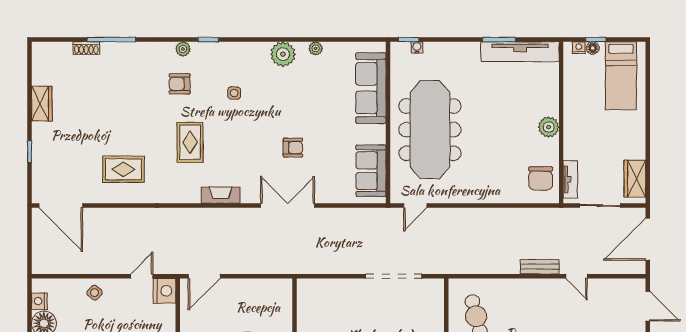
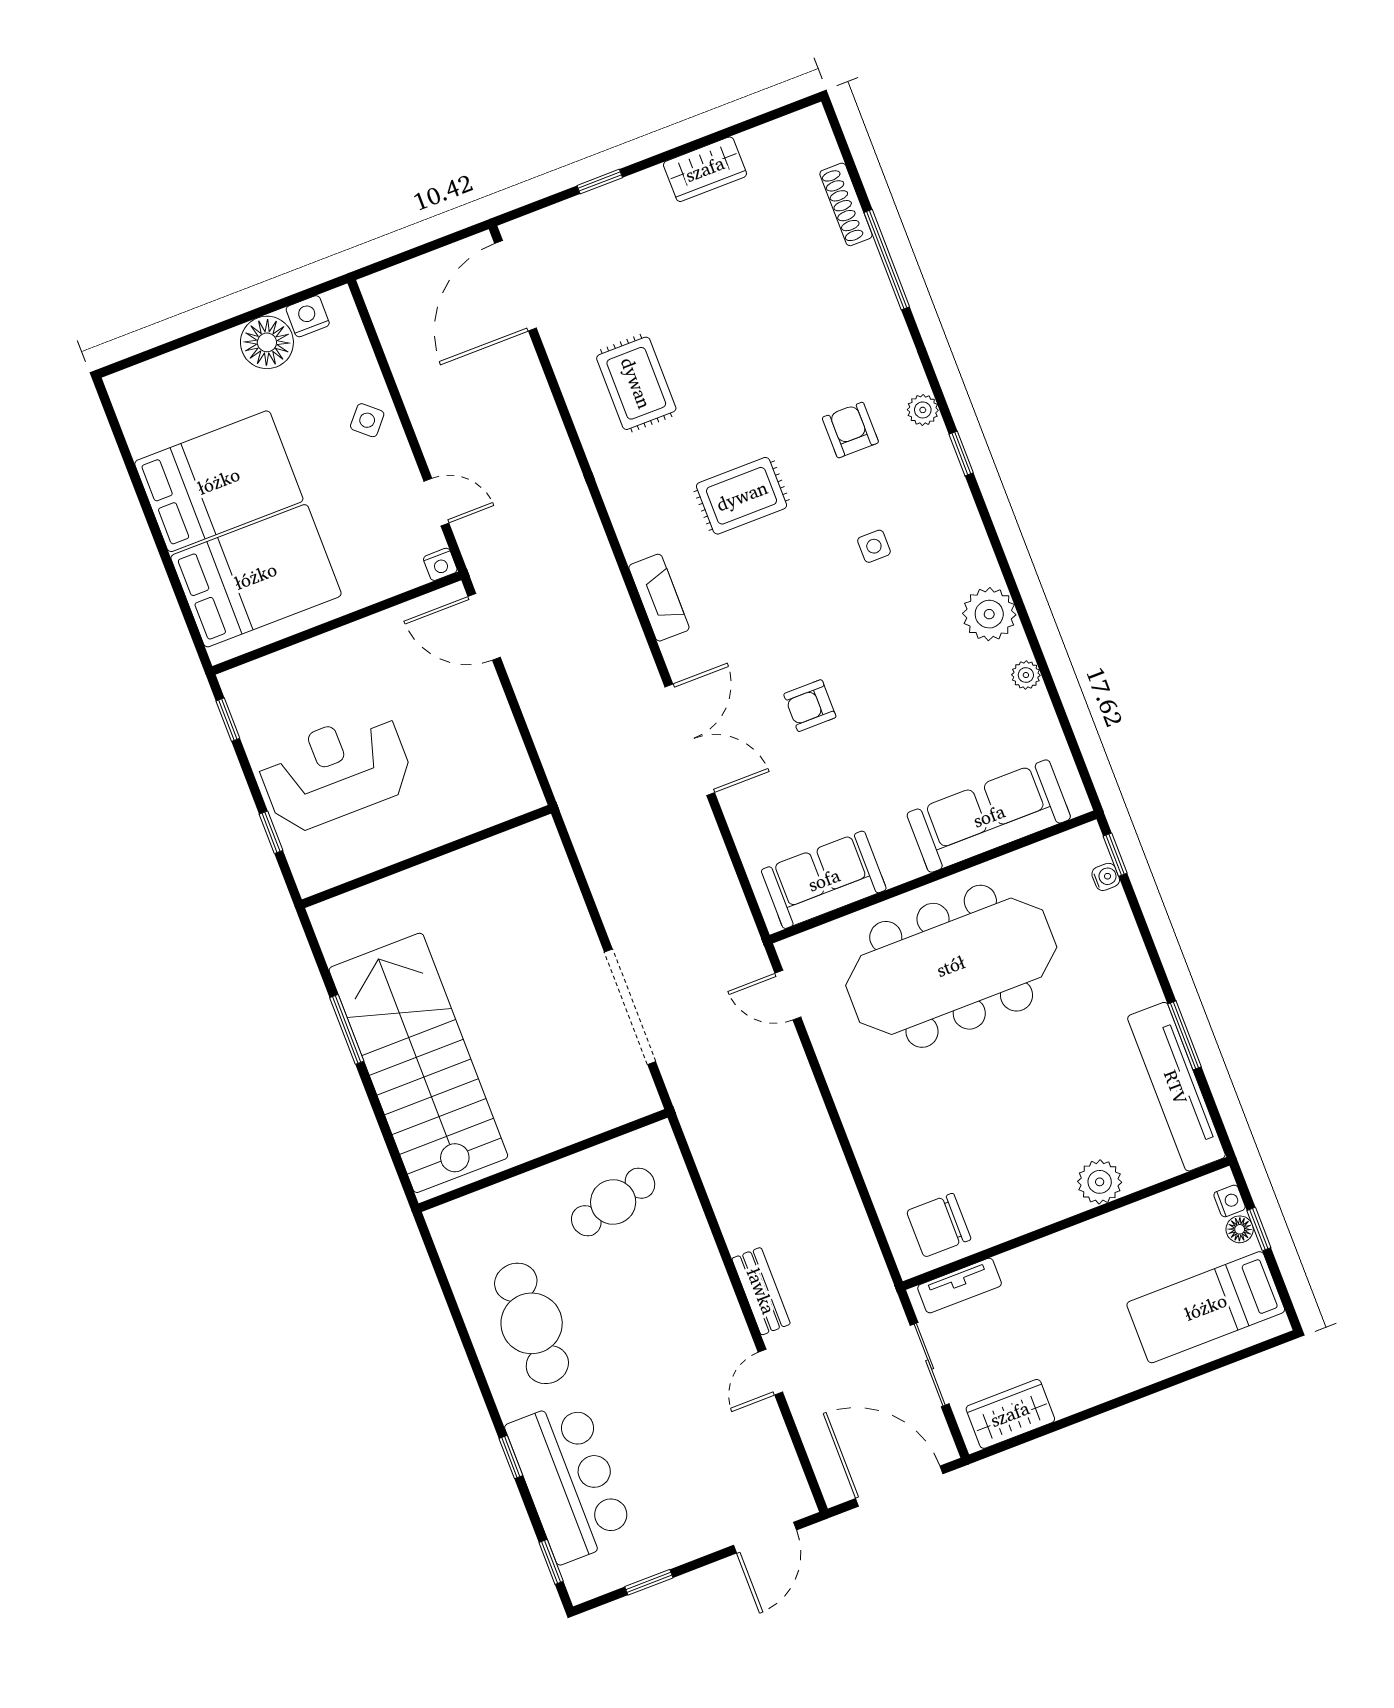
shoe rack: (86, 48) -> (846, 204), width x1.43
plant: (549, 127) -> (1100, 1182), moved
armchair: (293, 148) -> (810, 706), turned 90
nightstand: (165, 291) -> (440, 564), width x0.53, depth x0.56

